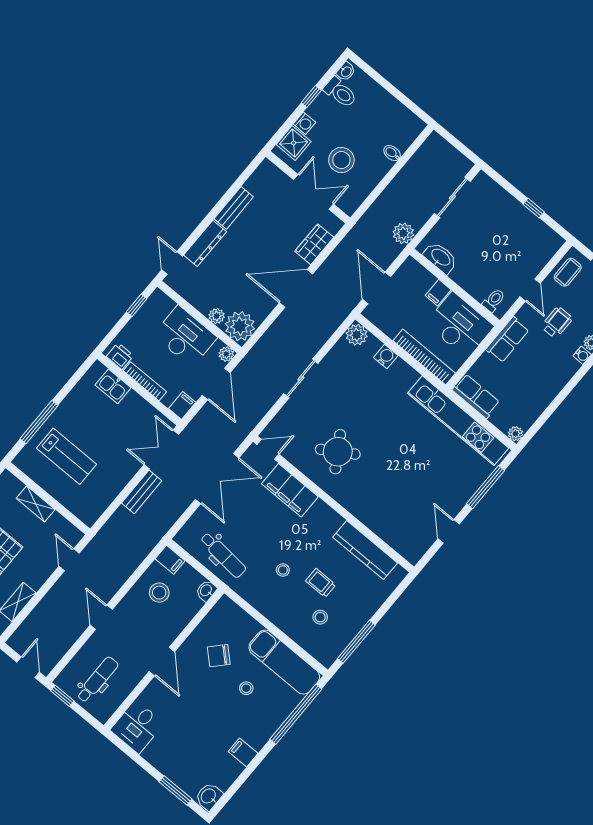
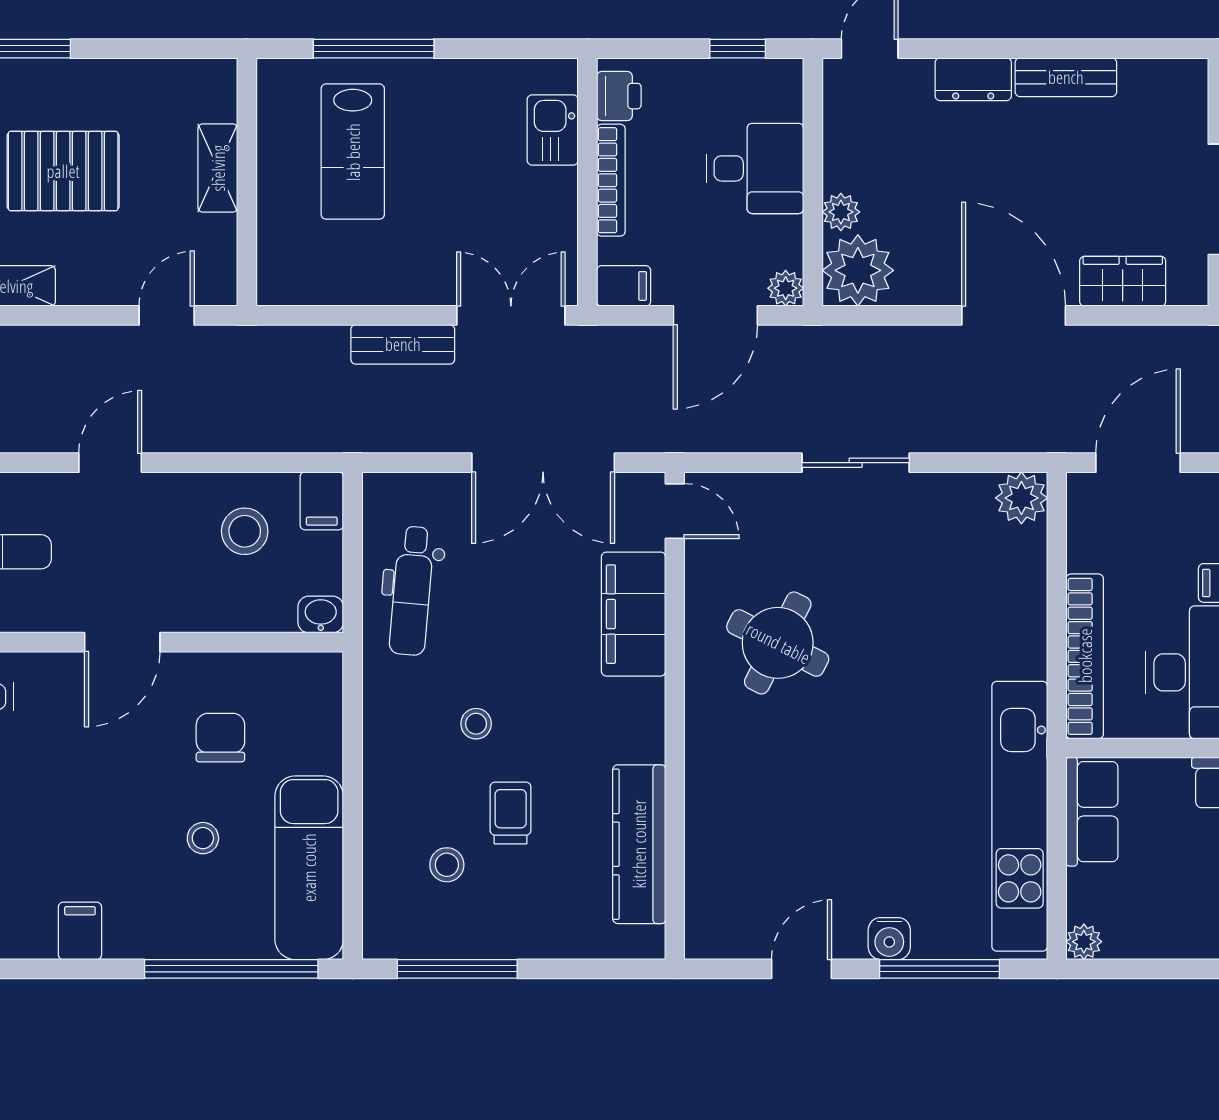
dresser: (205, 243) -> (973, 79), width x0.70
desk: (185, 336) -> (755, 168), width x0.73
water cooler: (386, 356) -> (889, 939), moved, turned 90
round table: (338, 452) -> (778, 643), turned -31
chair: (219, 656) -> (220, 738), turned 47

